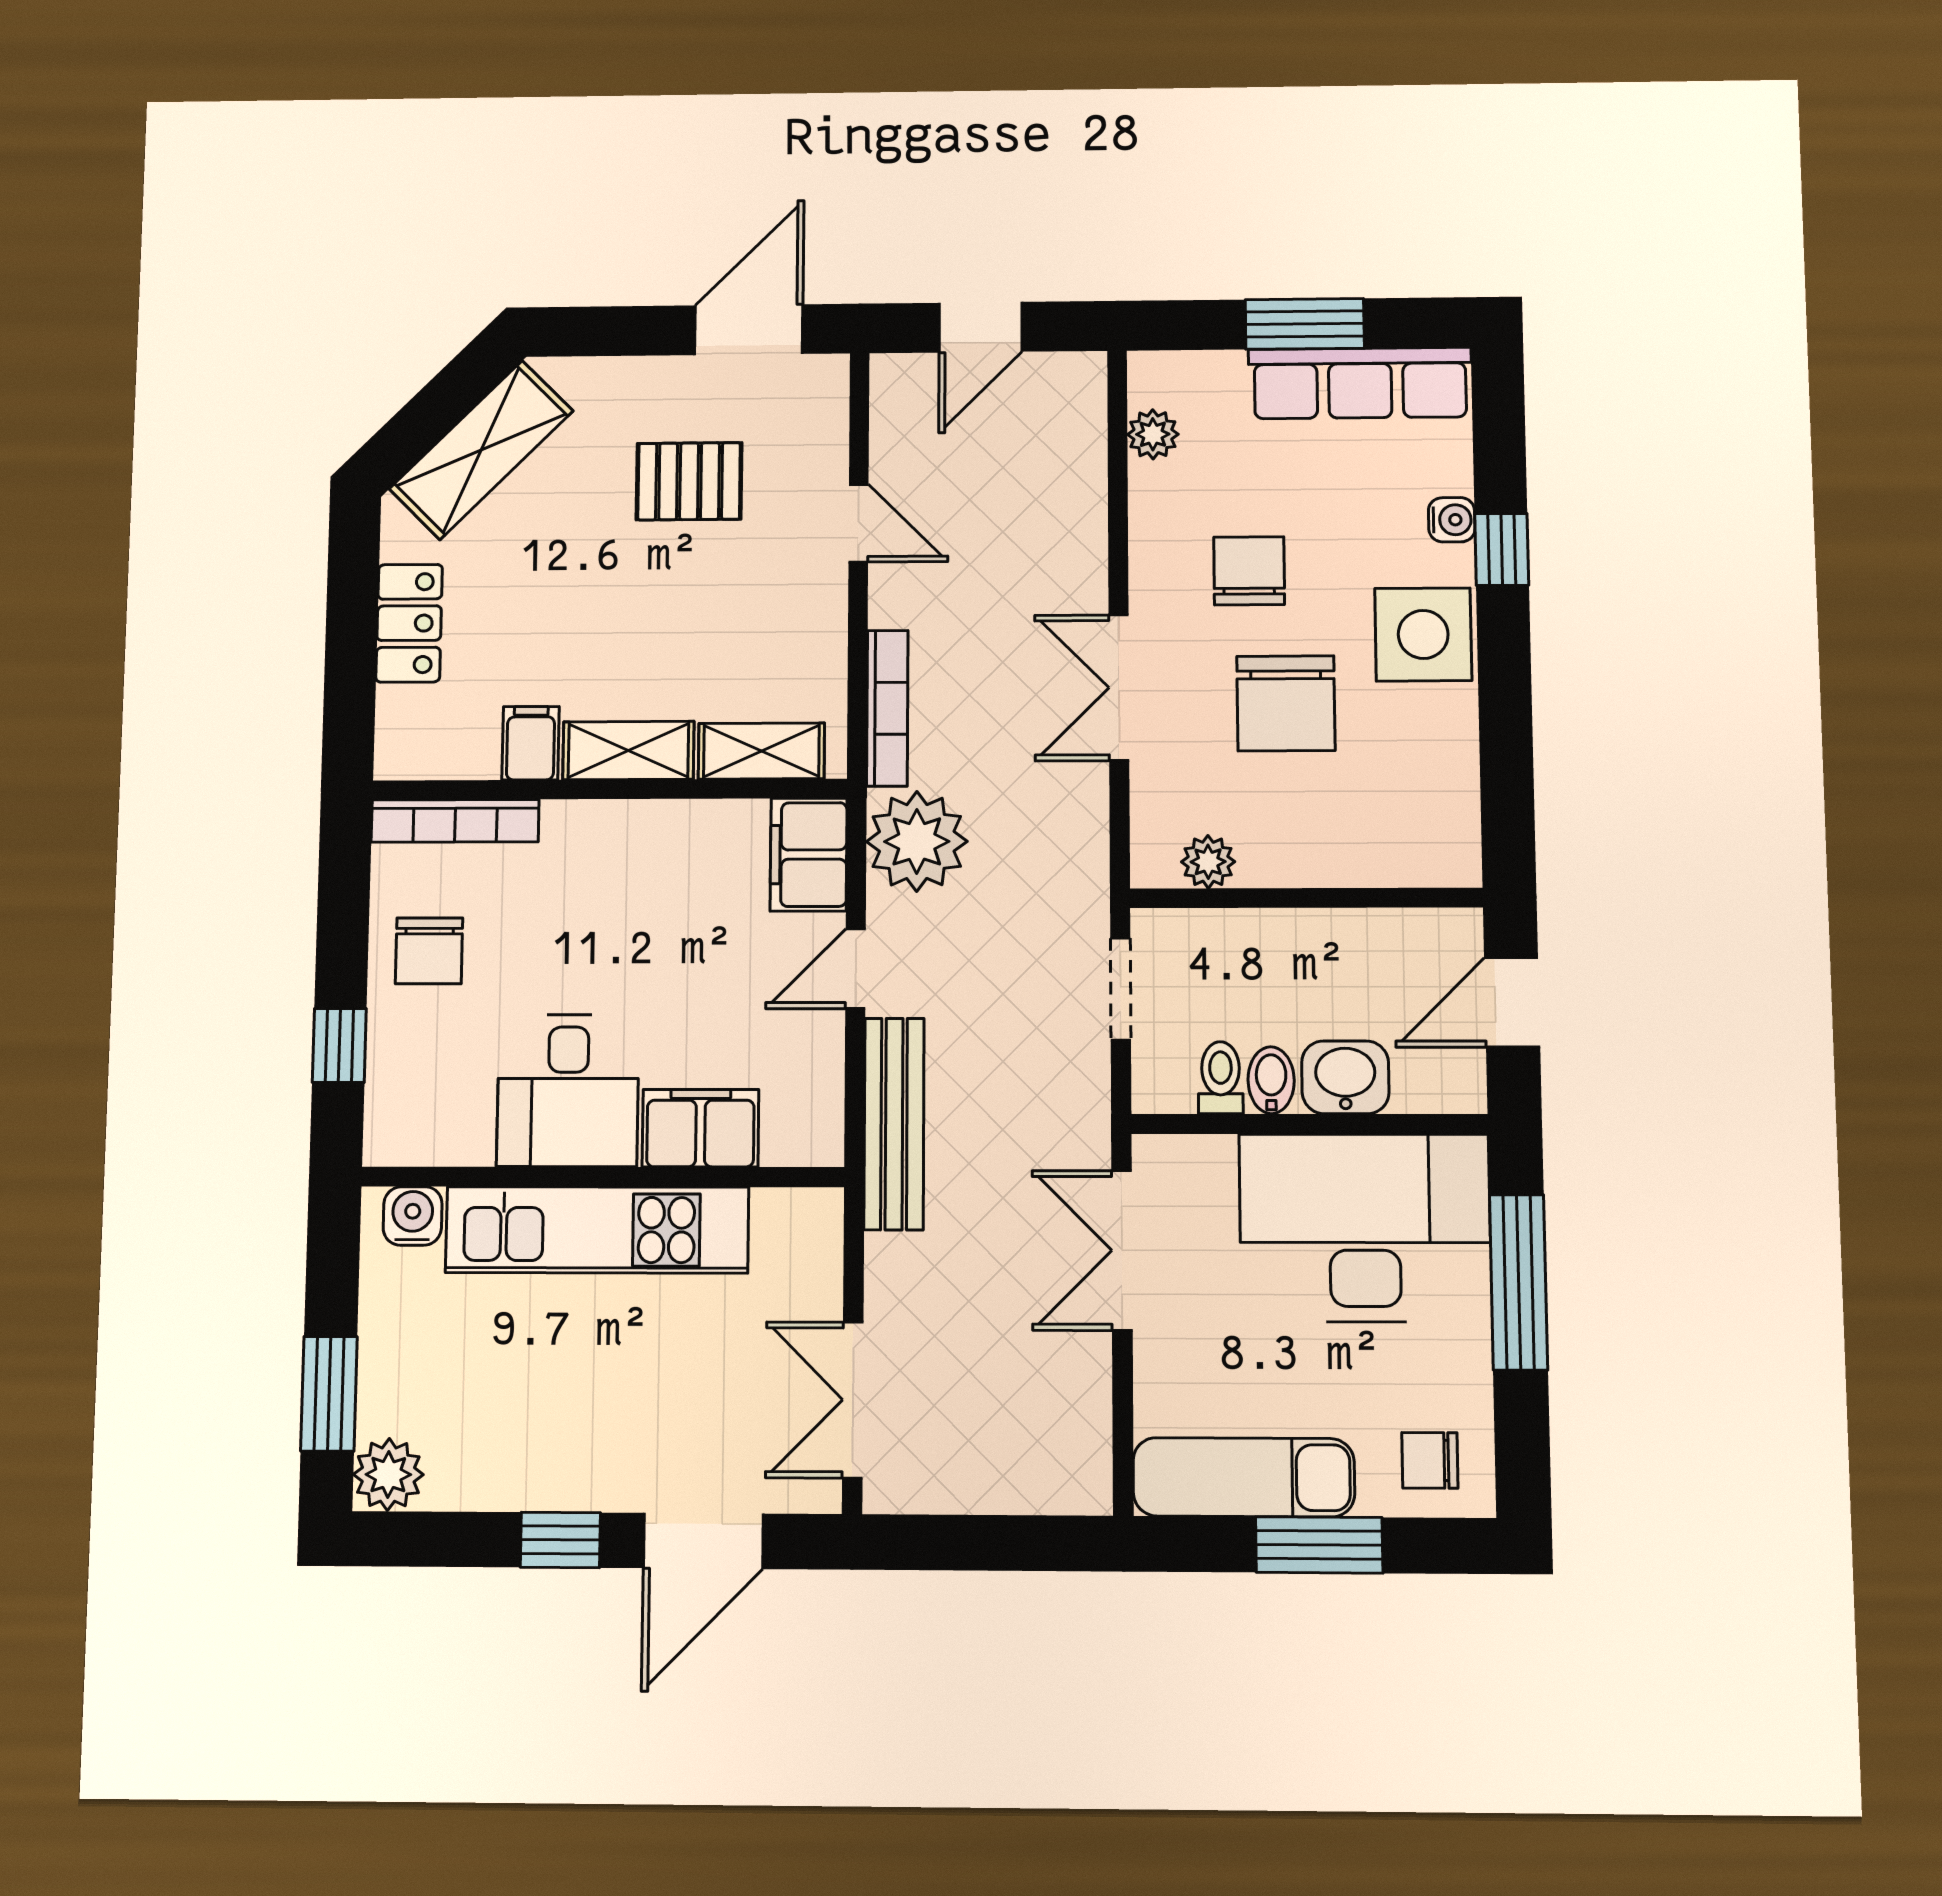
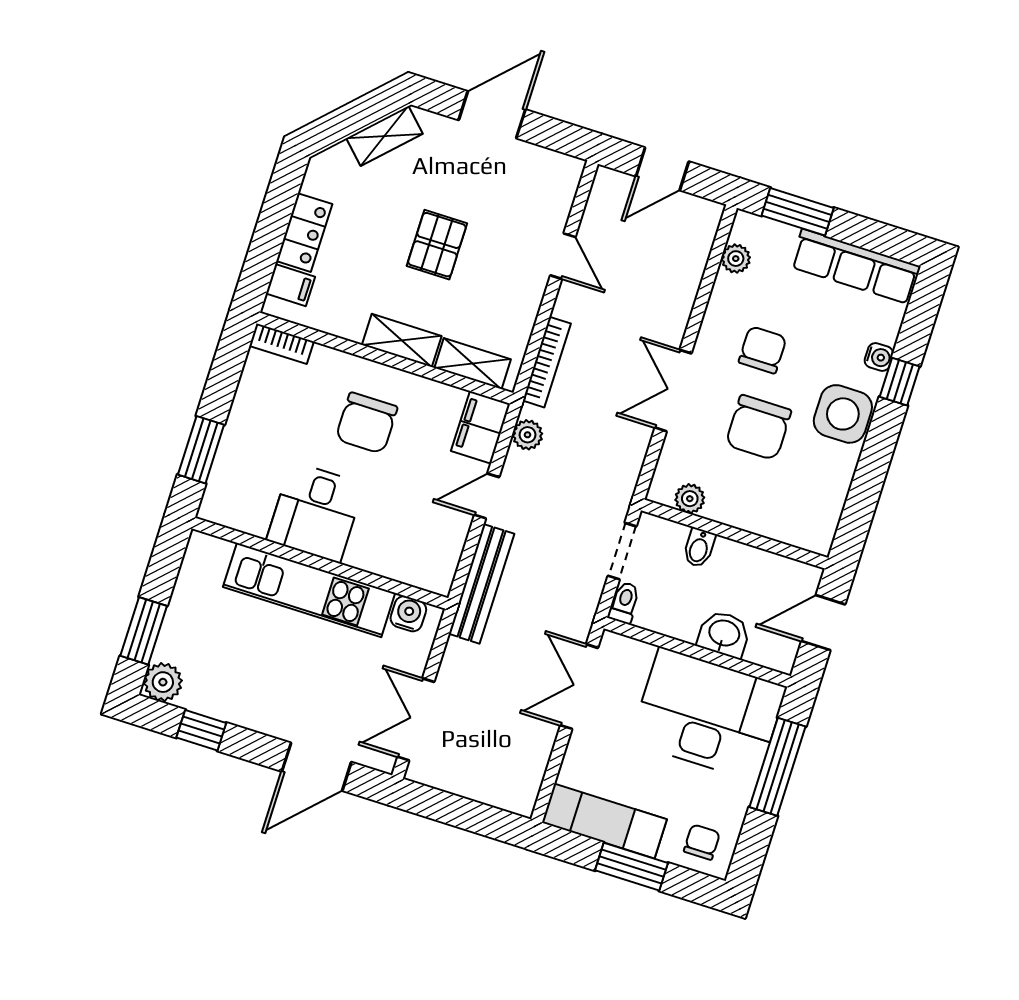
window: (1305, 324) -> (798, 212), moved
door: (749, 330) -> (492, 115), moved
shelving: (481, 450) -> (384, 136), width x0.67, depth x0.75
pallet: (689, 481) -> (437, 245), moved, turned 90
filing cabinet: (531, 743) -> (290, 285), moved, turned 90
bookcase: (455, 821) -> (282, 344), width x0.64
plant: (917, 841) -> (528, 435), width x0.53, depth x0.53
chair: (429, 951) -> (367, 423), moved, width x1.37, depth x1.37
window: (339, 1045) -> (201, 450), width x1.50
toilet: (1221, 1078) -> (624, 603), moved
bidet: (1271, 1080) -> (699, 548), moved, turned 180
filing cabinet: (700, 1128) -> (379, 554), removed
water cooler: (413, 1216) -> (408, 614), moved
chair: (1430, 1460) -> (702, 842), turned 90
window: (560, 1540) -> (201, 730), moved

